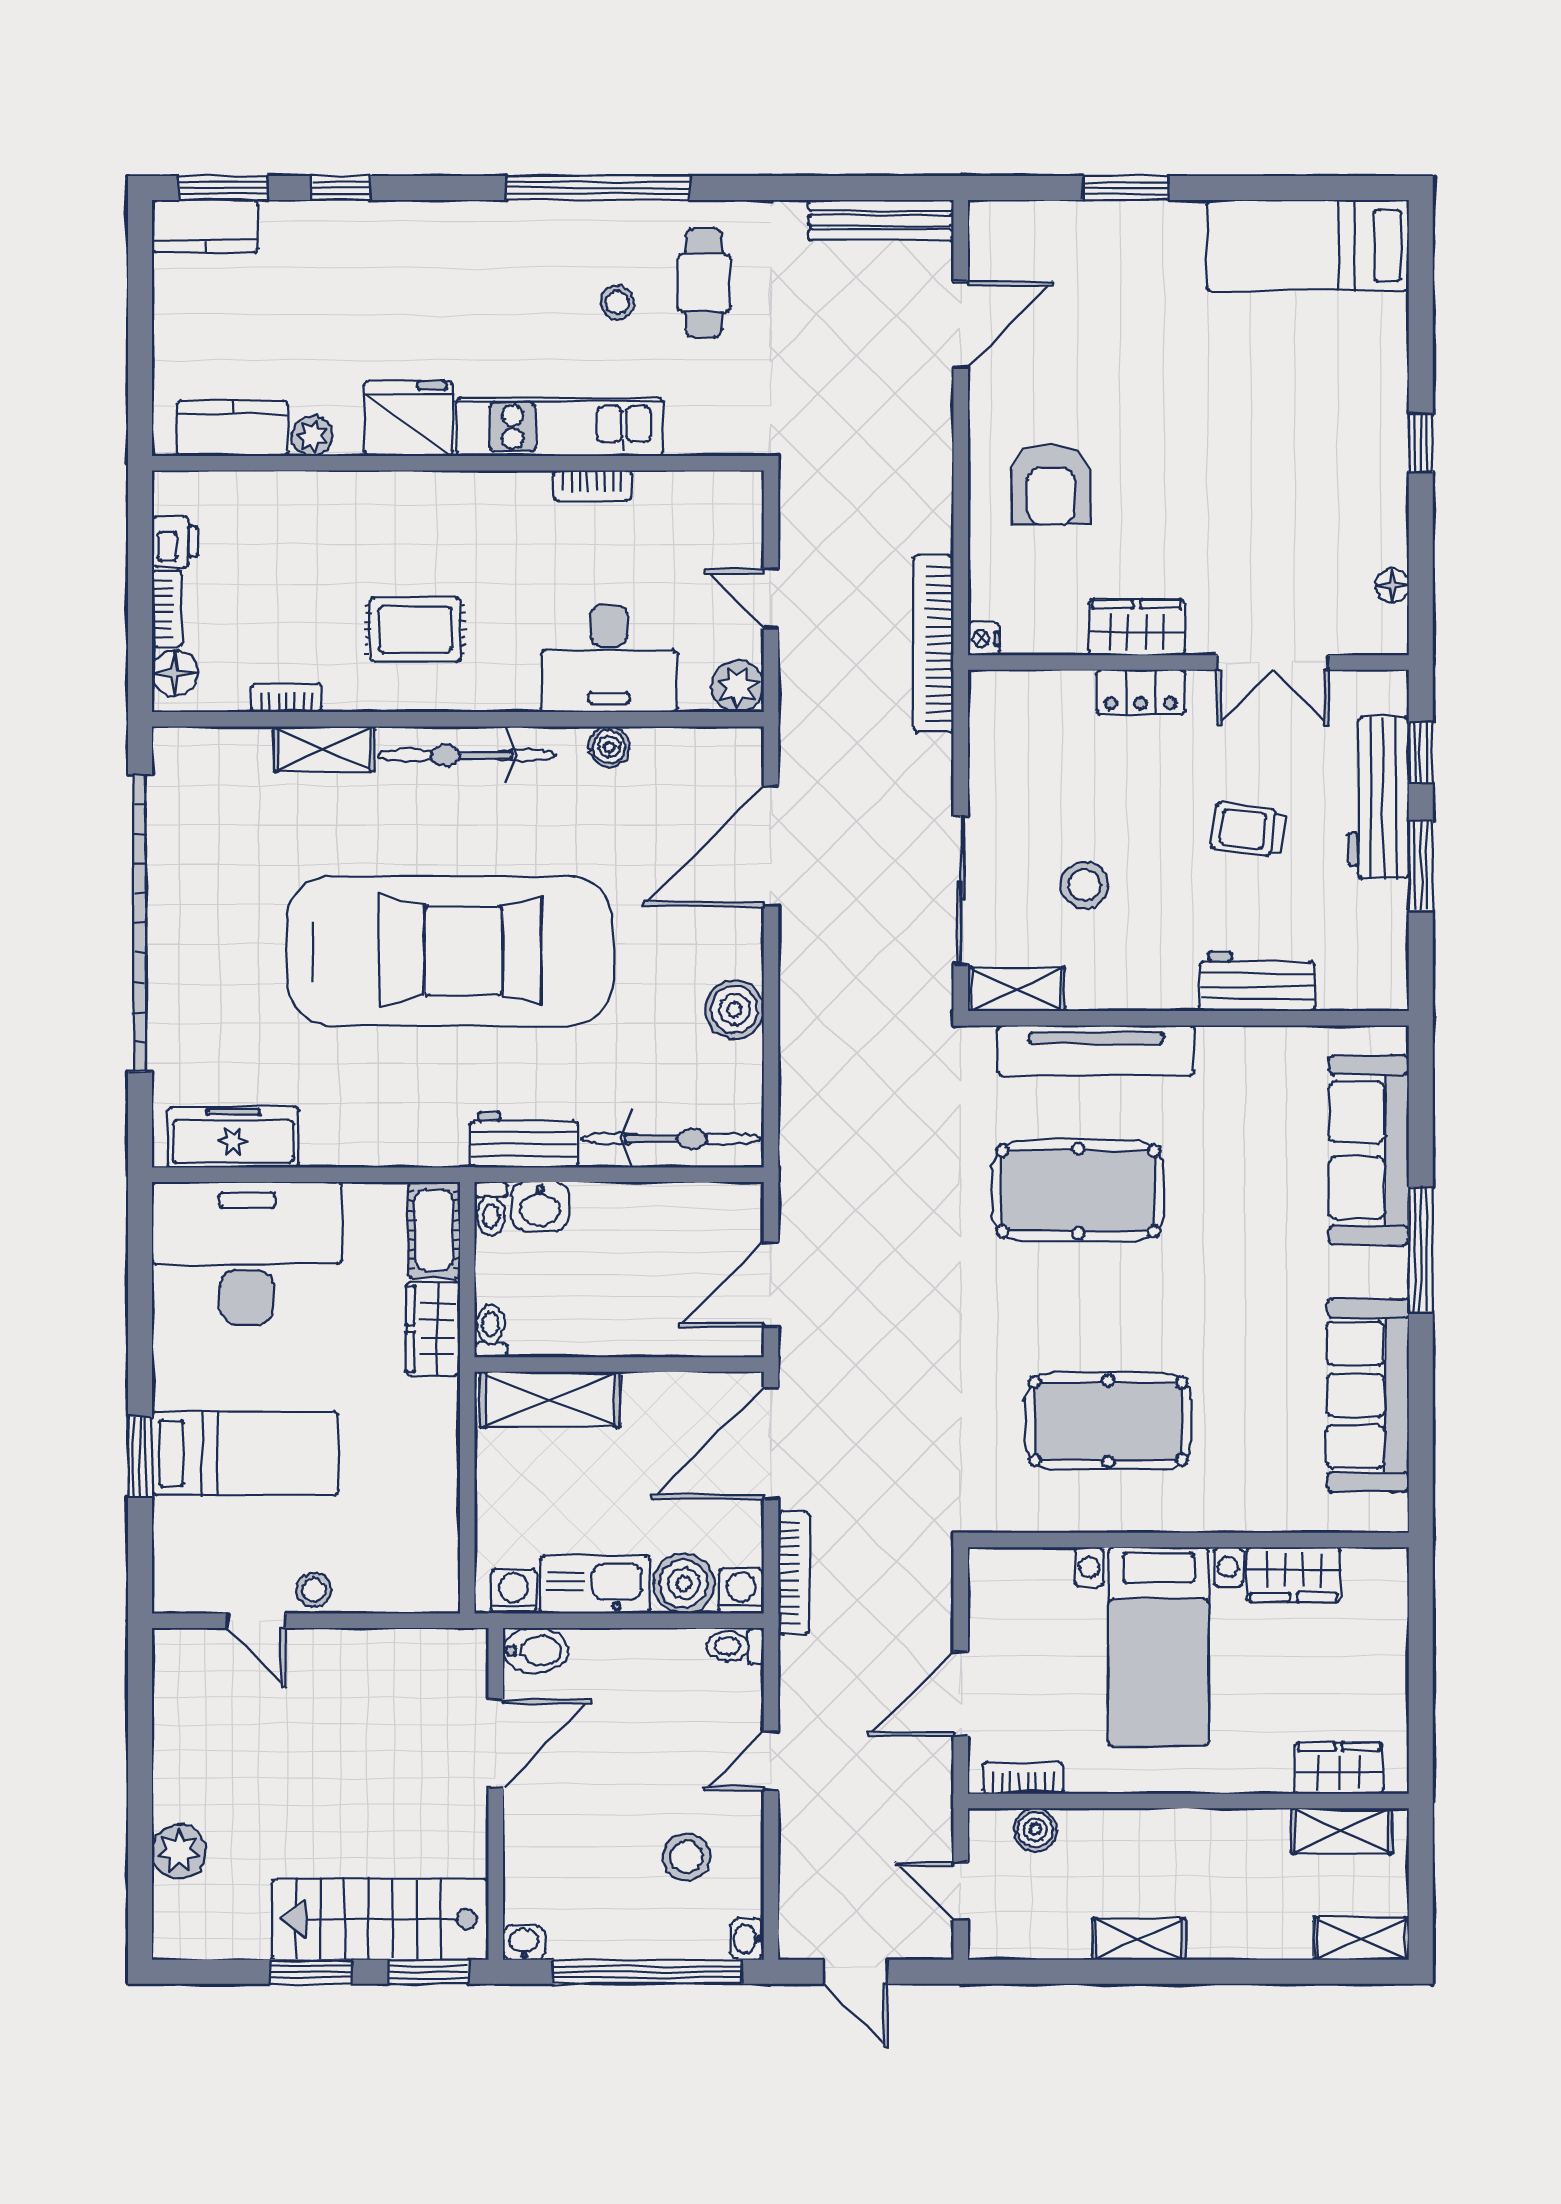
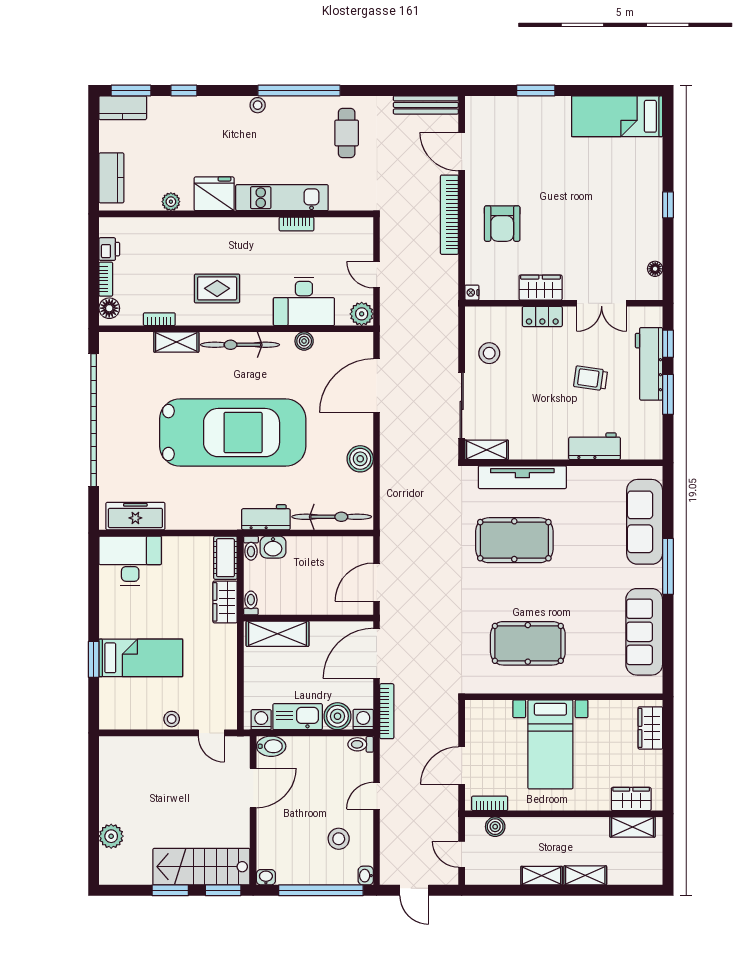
stool: (617, 303) -> (258, 105), moved
door: (961, 324) -> (462, 152), swing flipped
kitchen counter: (233, 428) -> (111, 178), moved, turned 90
bookcase: (933, 644) -> (449, 215), moved
stool: (1085, 885) -> (489, 353), moved
desk: (247, 1253) -> (130, 561), width x0.73, depth x0.77
wardrobe: (1294, 1575) -> (650, 728), moved, turned 90
door: (256, 1621) -> (211, 733), moved
shelving: (1361, 1939) -> (585, 875), moved

